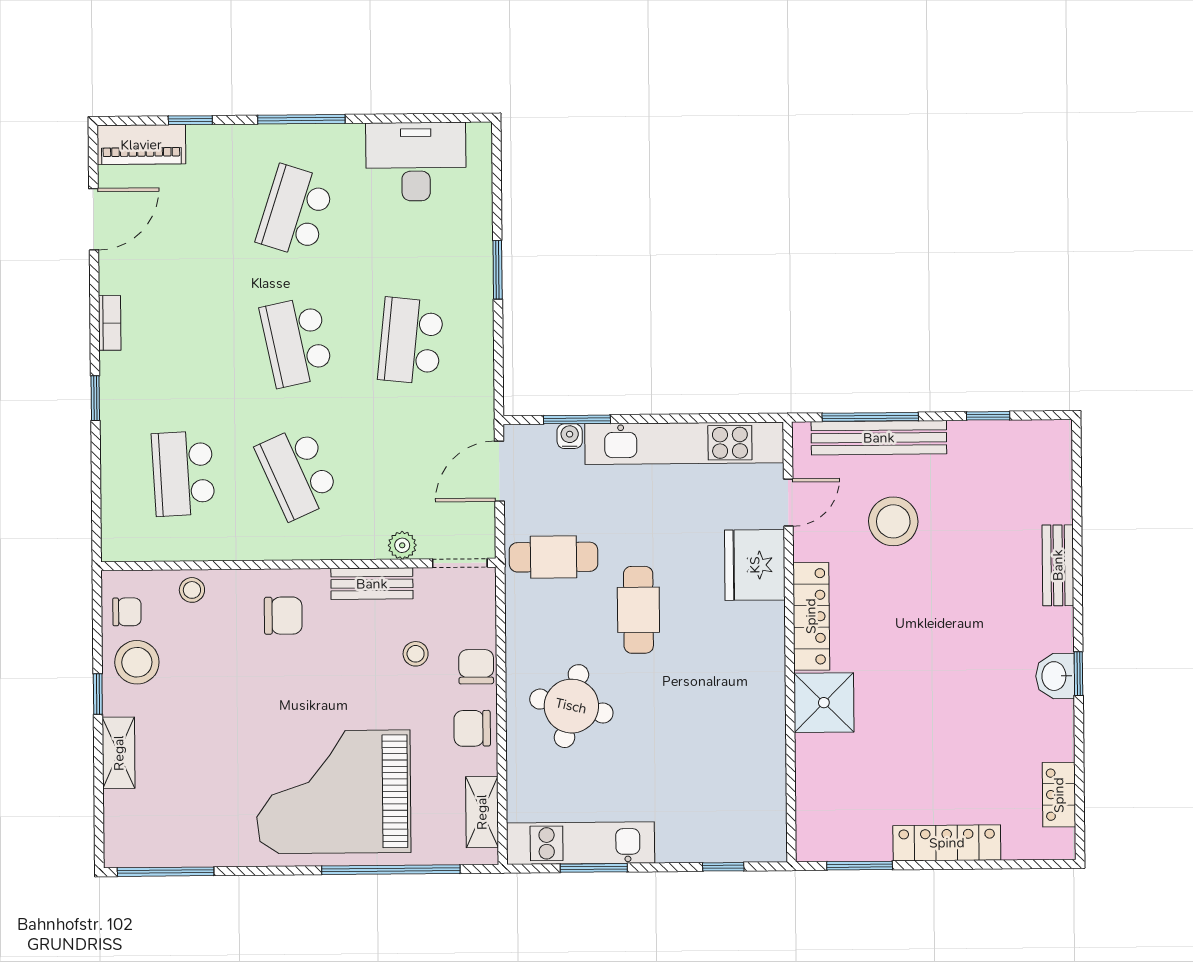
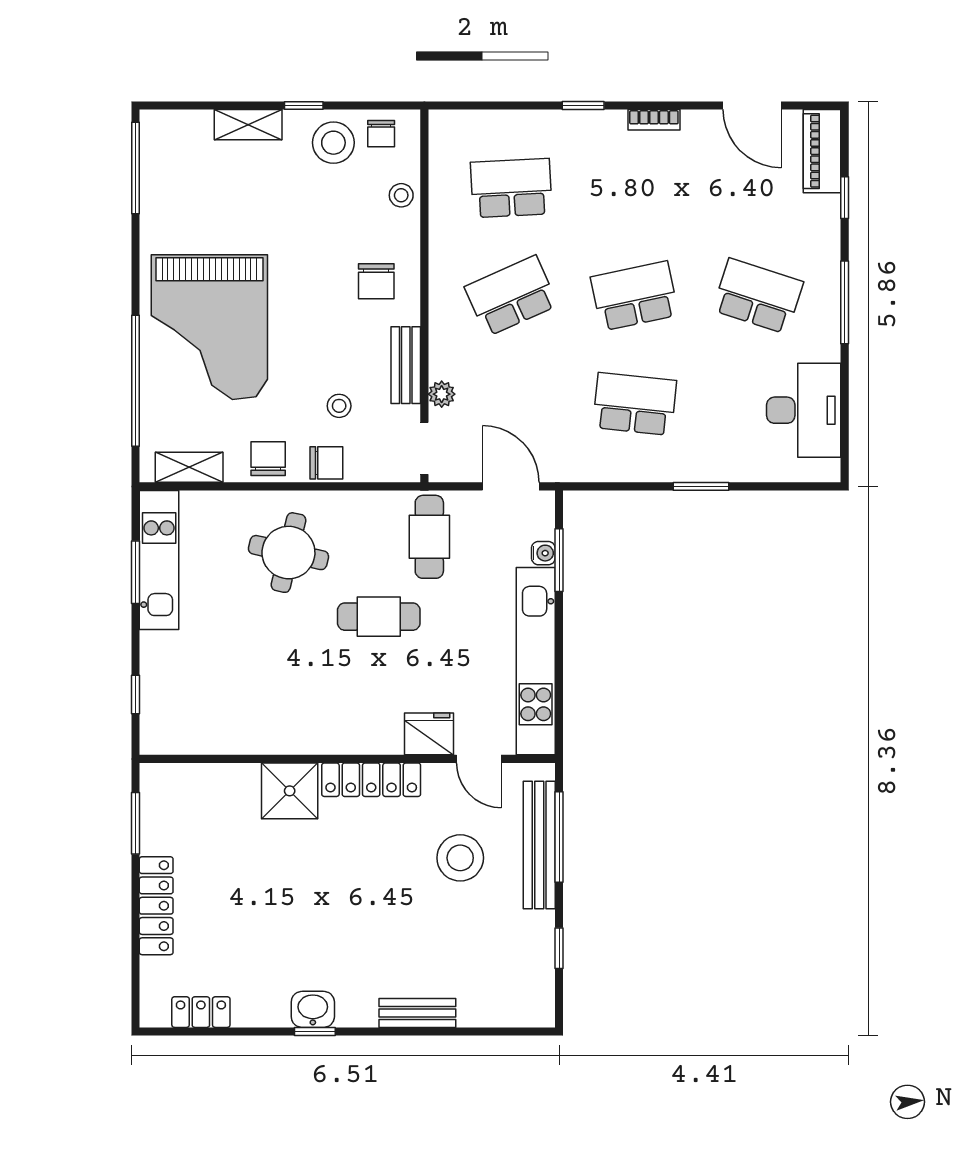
fridge: (755, 565) -> (429, 734), width x0.73, depth x0.75
grand piano: (334, 792) -> (209, 327), turned 180

